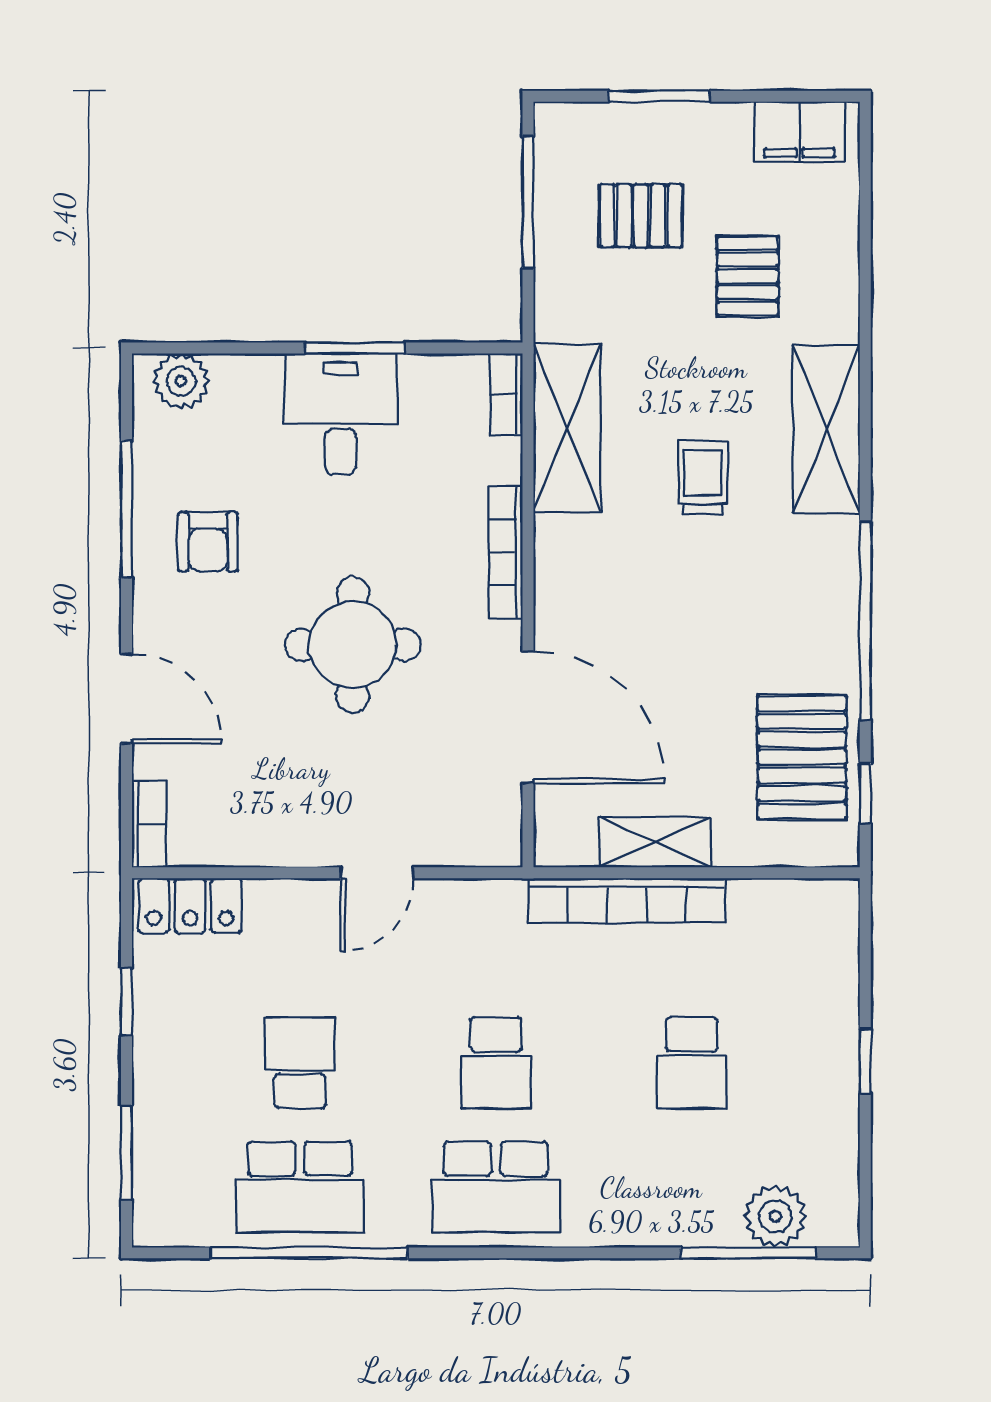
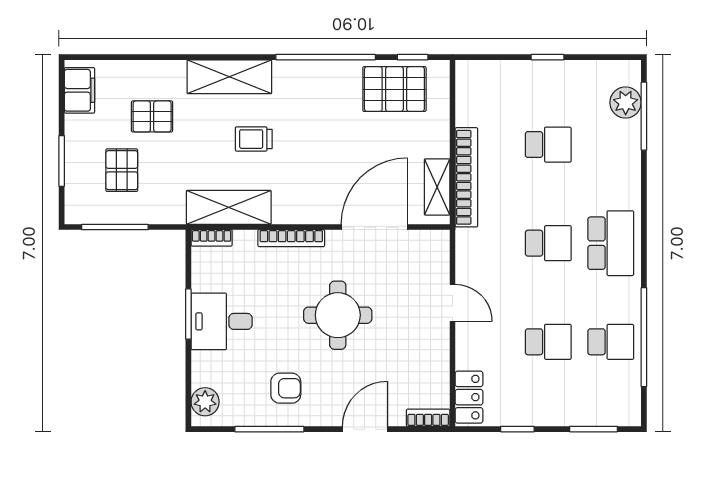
shelving: (655, 842) -> (437, 187), moved
school desk: (300, 1063) -> (548, 342), turned 180
school desk: (300, 1187) -> (611, 342), width x0.54

